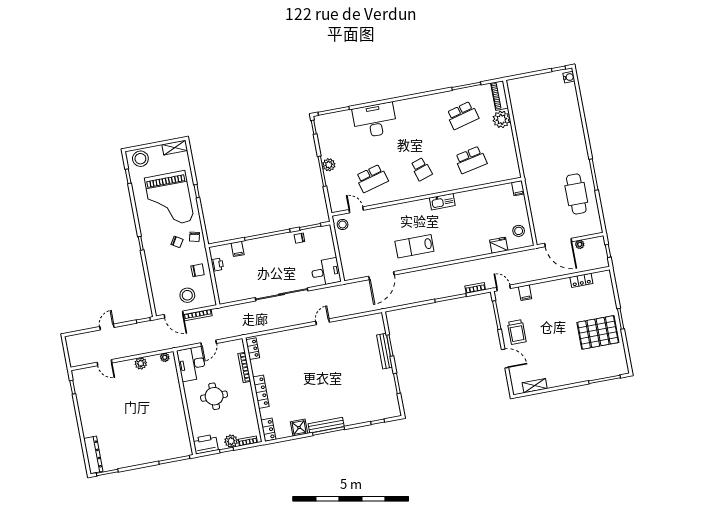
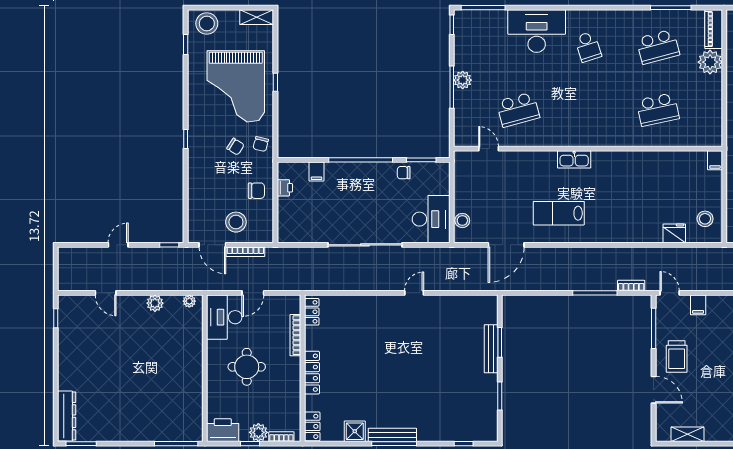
school desk: (421, 169) -> (588, 47), moved
kitchen sink: (442, 202) -> (574, 159), moved
stool: (343, 224) -> (462, 220), moved
desk: (326, 272) -> (431, 219), width x1.37

